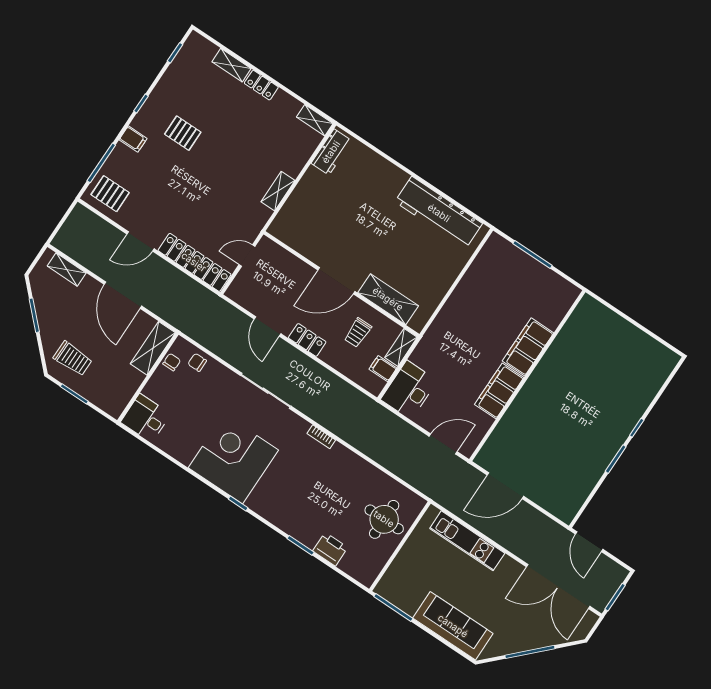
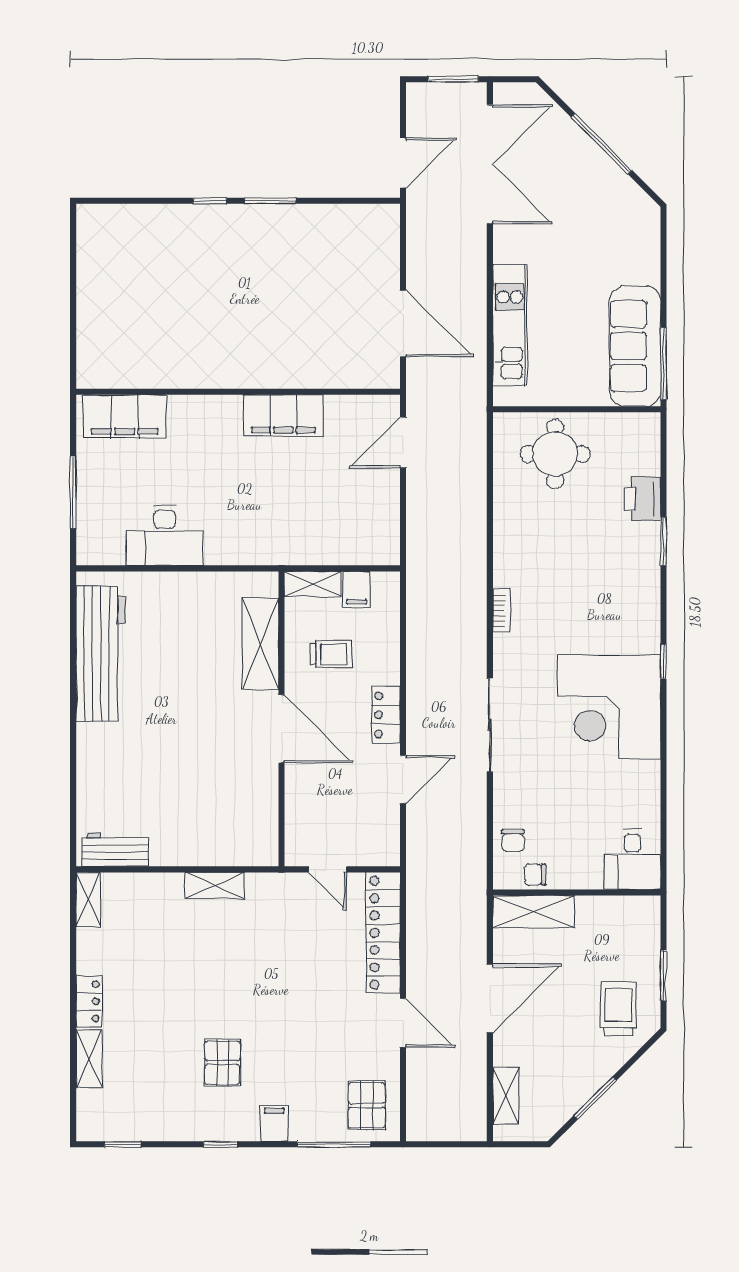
filing cabinet: (528, 347) -> (125, 416), moved
desk: (409, 390) -> (165, 535), moved
door: (443, 444) -> (403, 443), hinge flipped
sofa: (453, 626) -> (635, 346), moved

